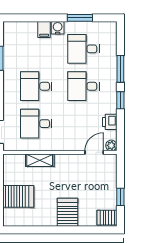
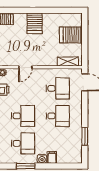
door: (94, 152) -> (25, 67), moved
shelving: (40, 160) -> (68, 62), moved

